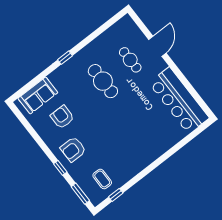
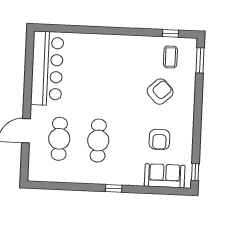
cafe table: (130, 60) -> (59, 139), width x1.37, depth x1.35
armchair: (73, 149) -> (160, 92), moved, turned -43
window: (60, 168) -> (195, 172), moved

